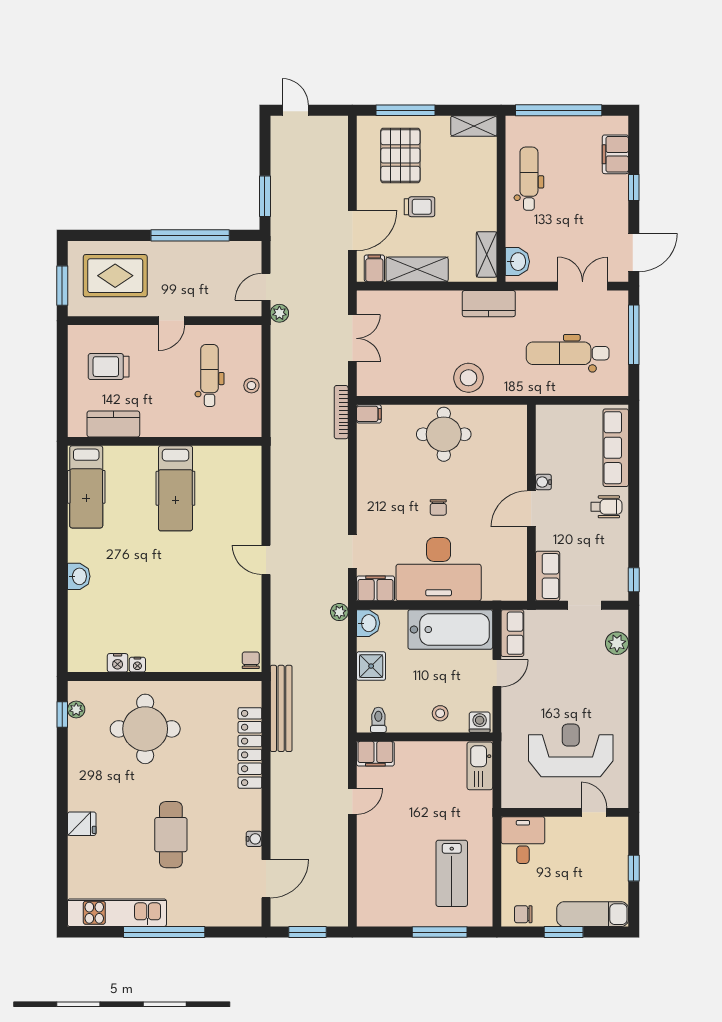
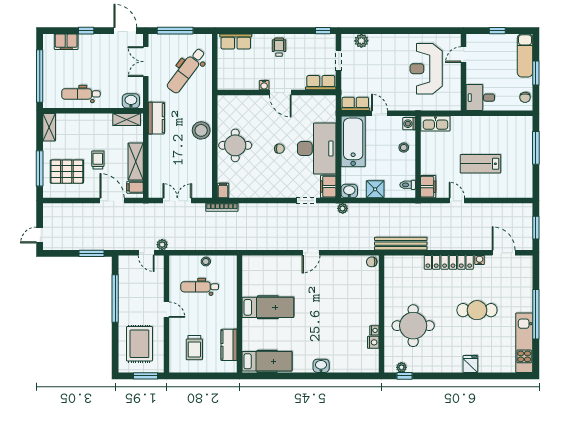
dental chair: (568, 353) -> (186, 71), turned 37
row of seats: (616, 448) -> (236, 41), width x0.68
locker: (250, 748) -> (449, 262), moved
lab bench: (452, 873) -> (480, 164), moved, turned 180

